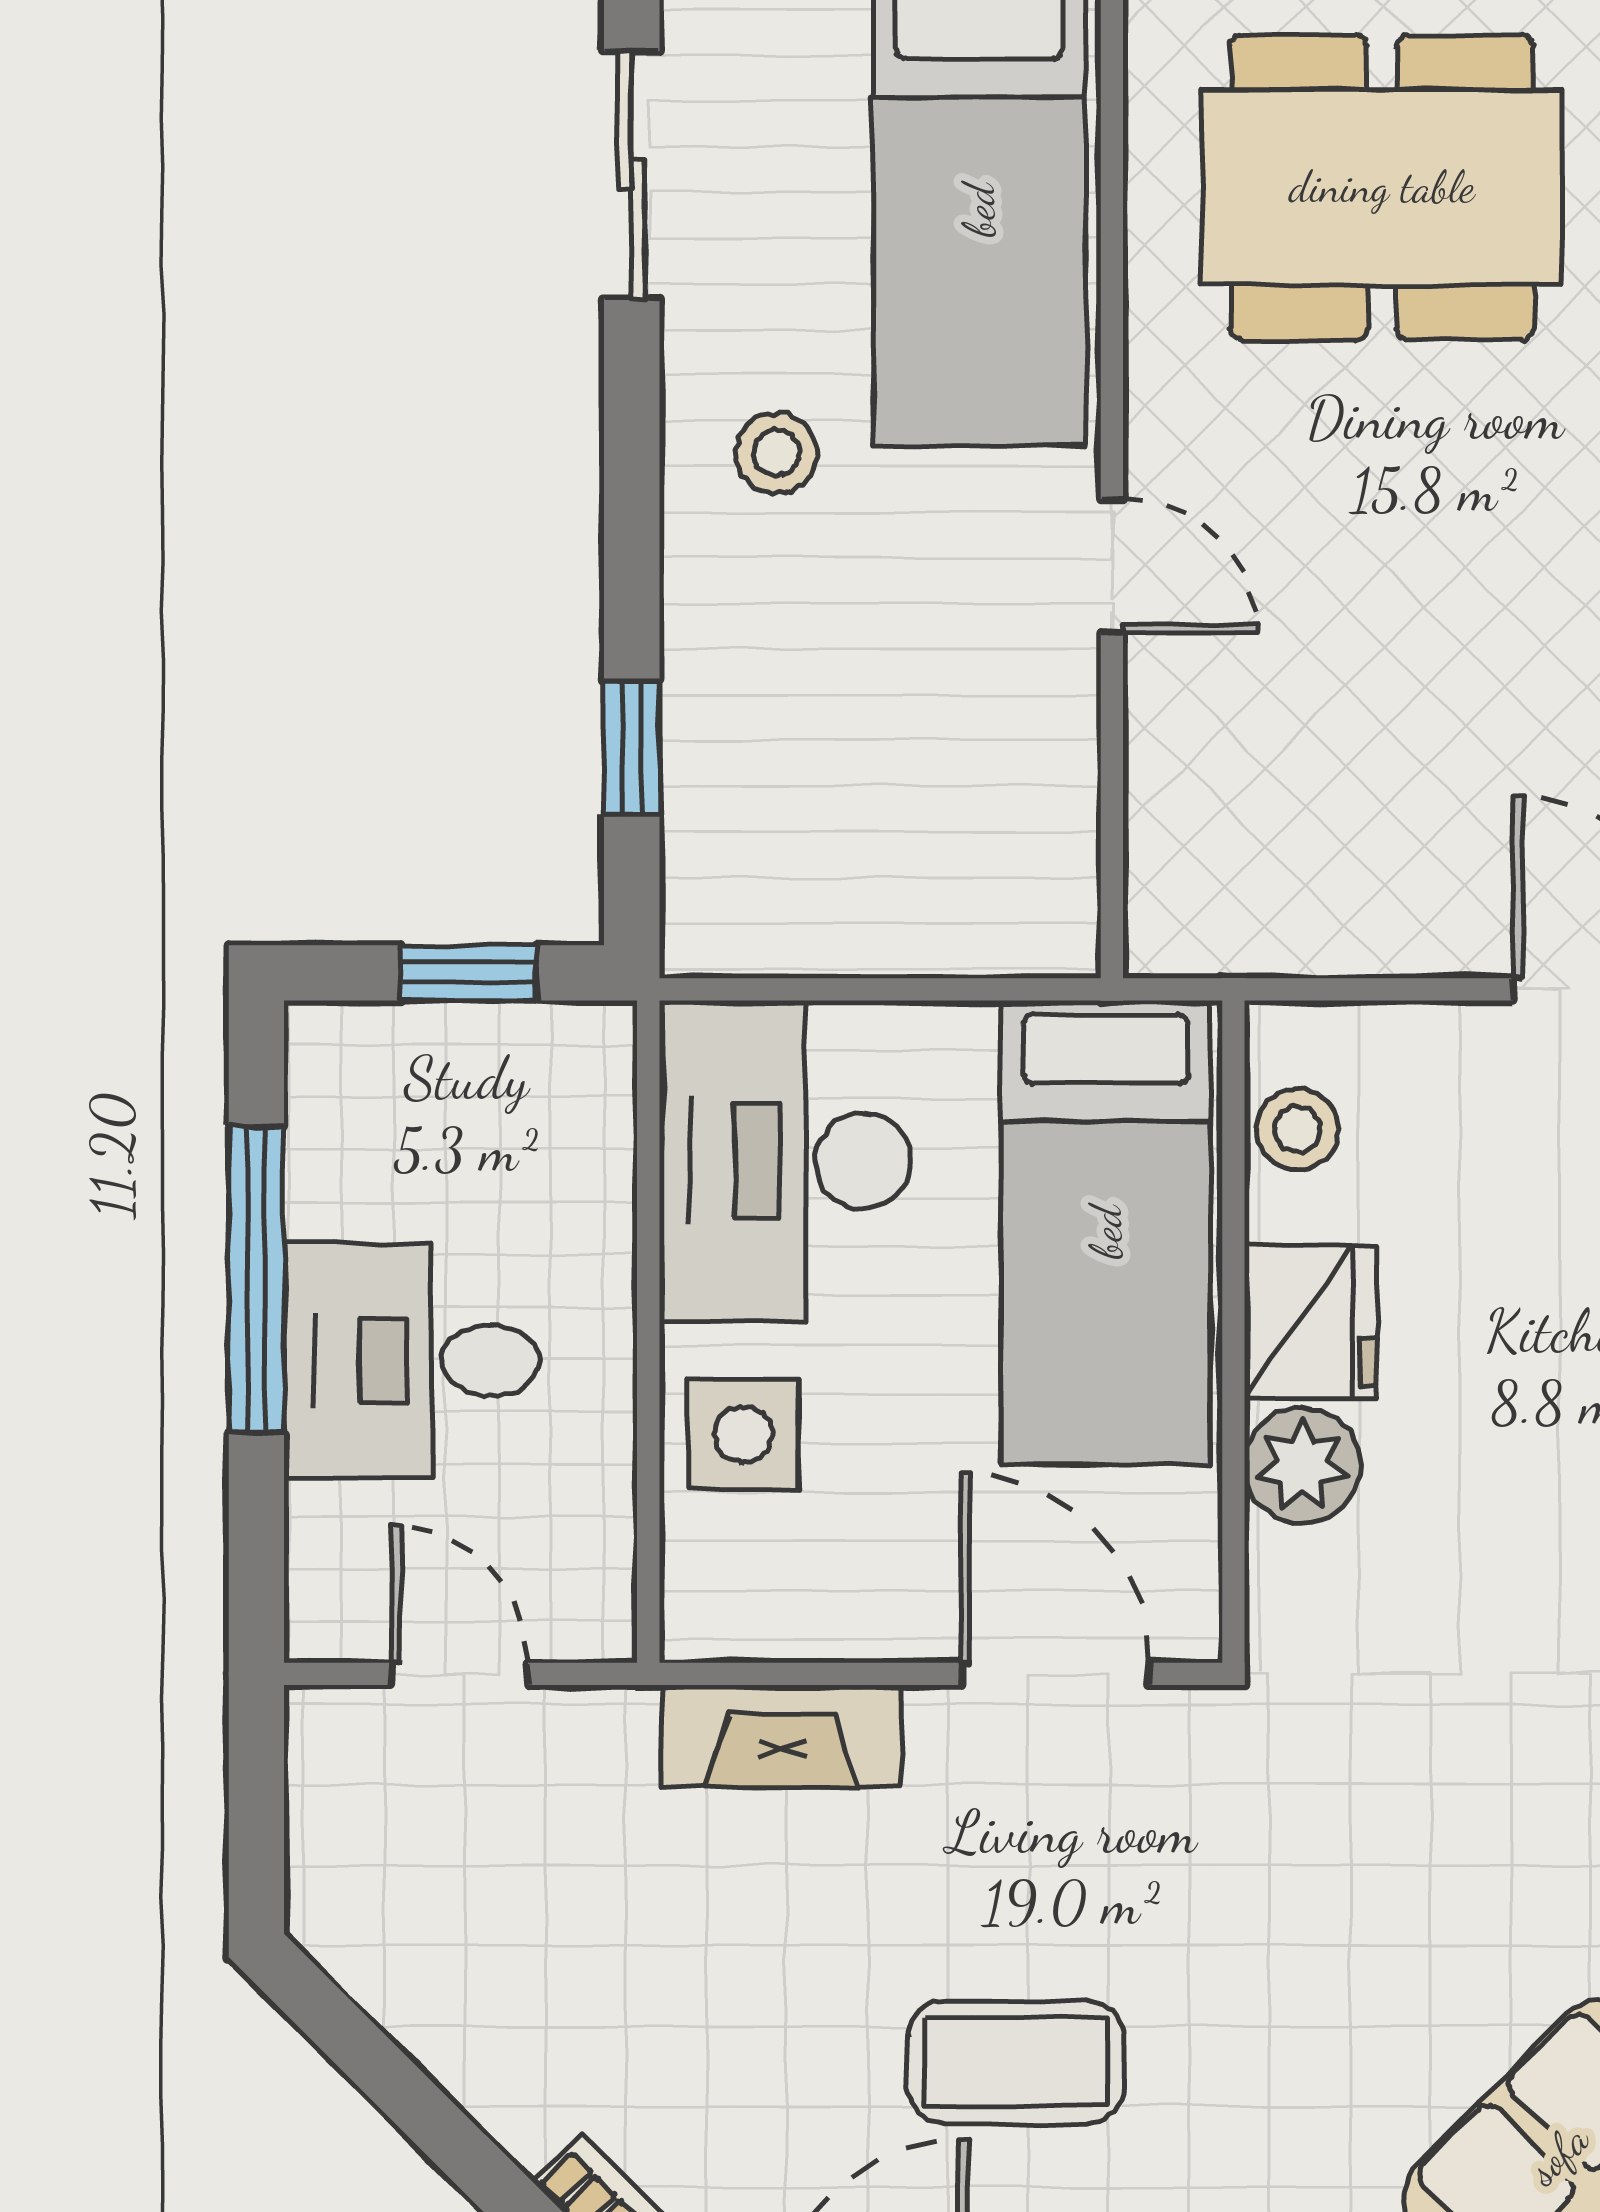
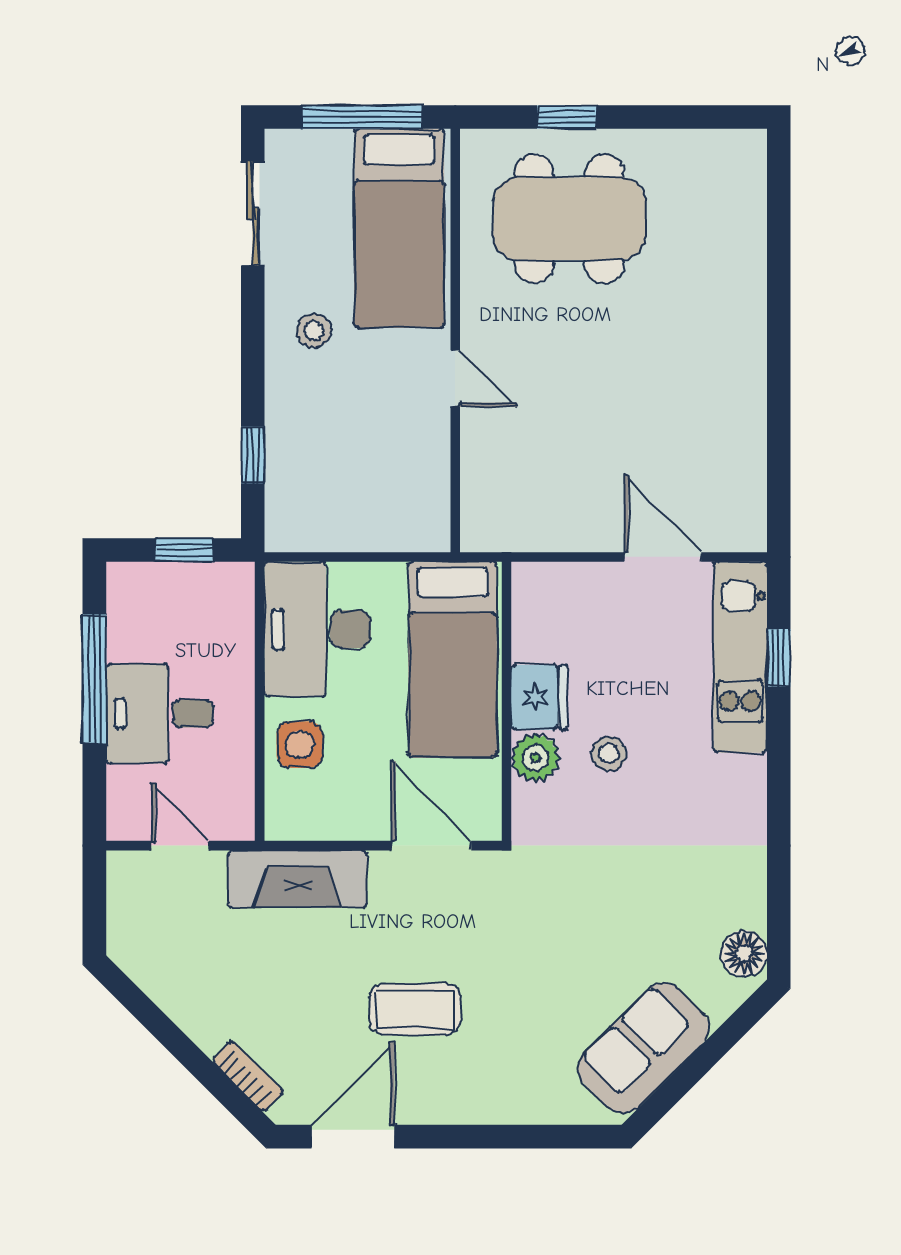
stool: (1298, 1130) -> (609, 754), moved
fireplace: (782, 1736) -> (297, 879), width x1.37, depth x1.32

